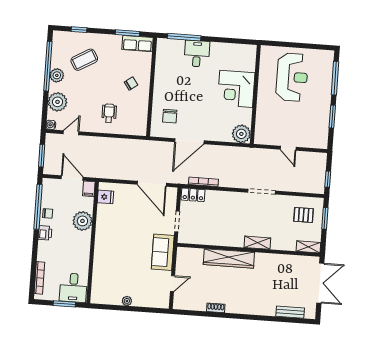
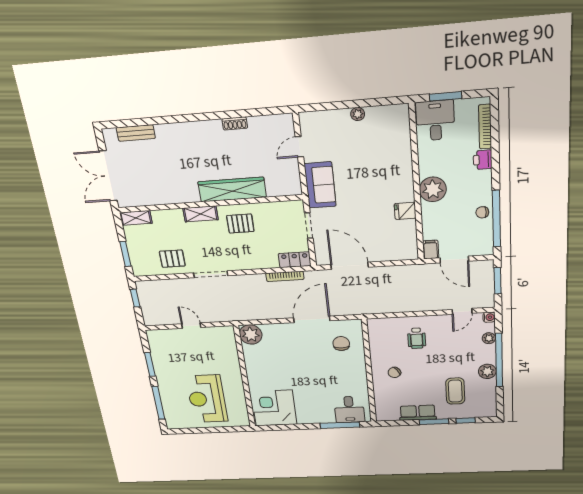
window: (127, 33) -> (434, 422), moved
row of seats: (138, 44) -> (418, 413), moved
desk: (197, 54) -> (349, 410), moved
coffee table: (84, 60) -> (455, 391), turned -60
window: (48, 66) -> (499, 360), moved
corner desk: (236, 89) -> (274, 408), moved, turned -90
plant: (58, 102) -> (489, 338), width x0.53, depth x0.53
fridge: (105, 197) -> (405, 211), moved
pallet: (304, 215) -> (172, 259), moved
plant: (82, 221) -> (433, 189), moved
pallet: (229, 231) -> (240, 224), added
printer: (45, 233) -> (483, 160), moved

